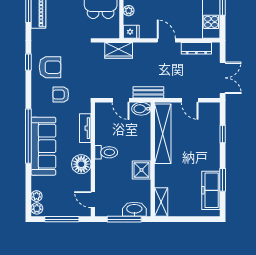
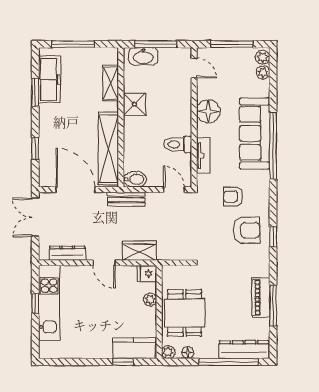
wardrobe: (119, 50) -> (139, 251), moved
armchair: (50, 67) -> (247, 230), turned 180
armchair: (61, 94) -> (233, 197), turned 180
door: (121, 100) -> (174, 190), moved
door: (190, 100) -> (75, 190), width x1.88
toilet: (106, 152) -> (178, 144), moved
shelving: (161, 202) -> (110, 83), moved
window: (192, 219) -> (73, 44), added

